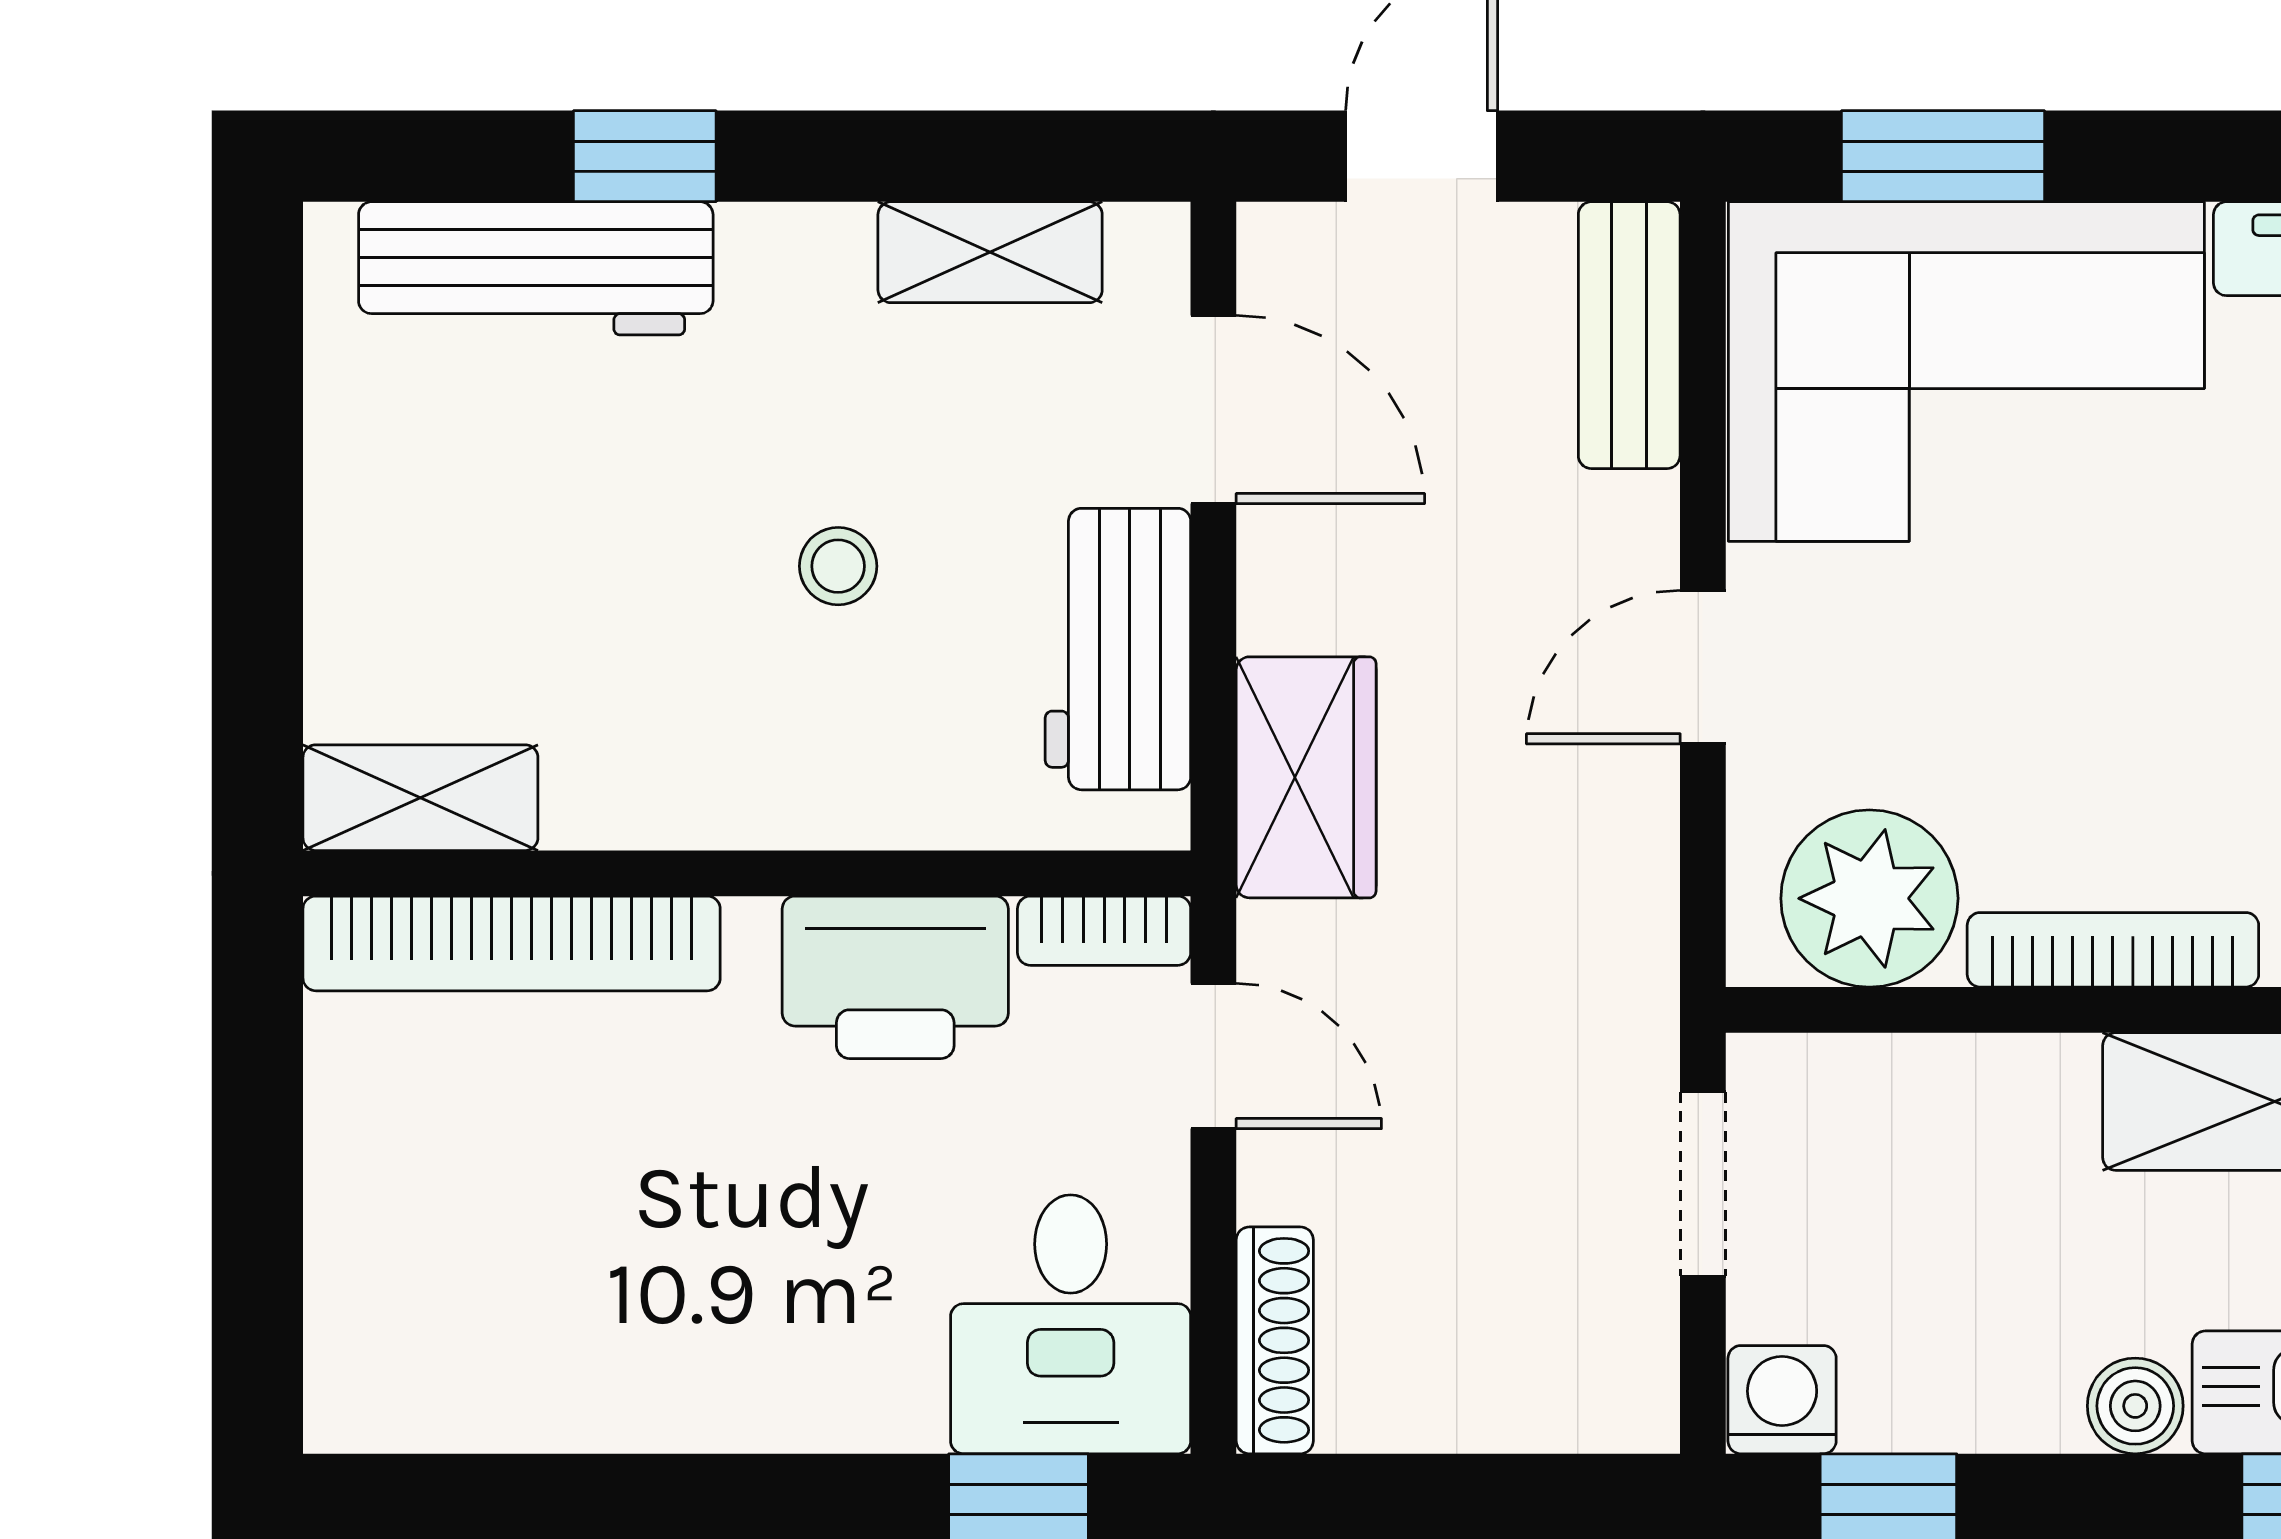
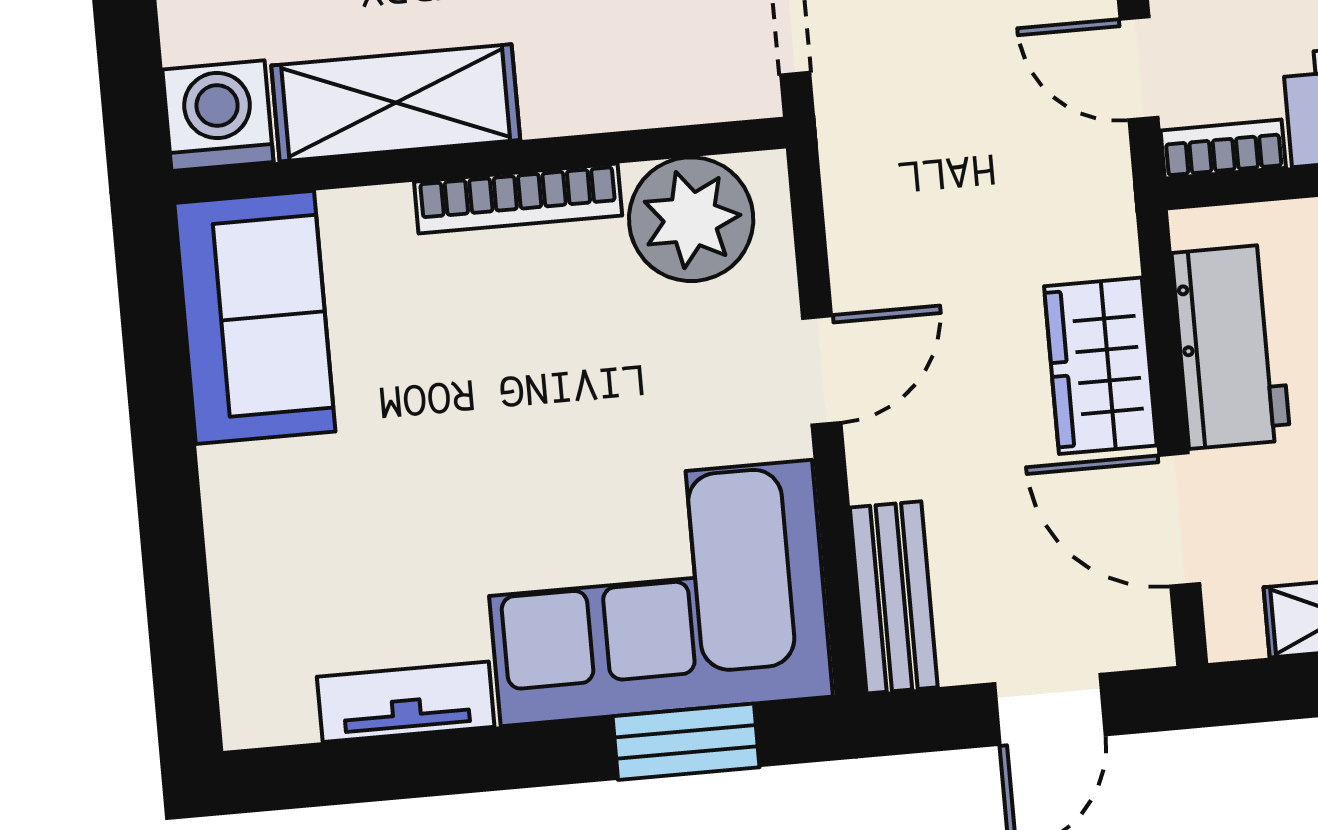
wardrobe: (1306, 777) -> (1100, 366), moved

